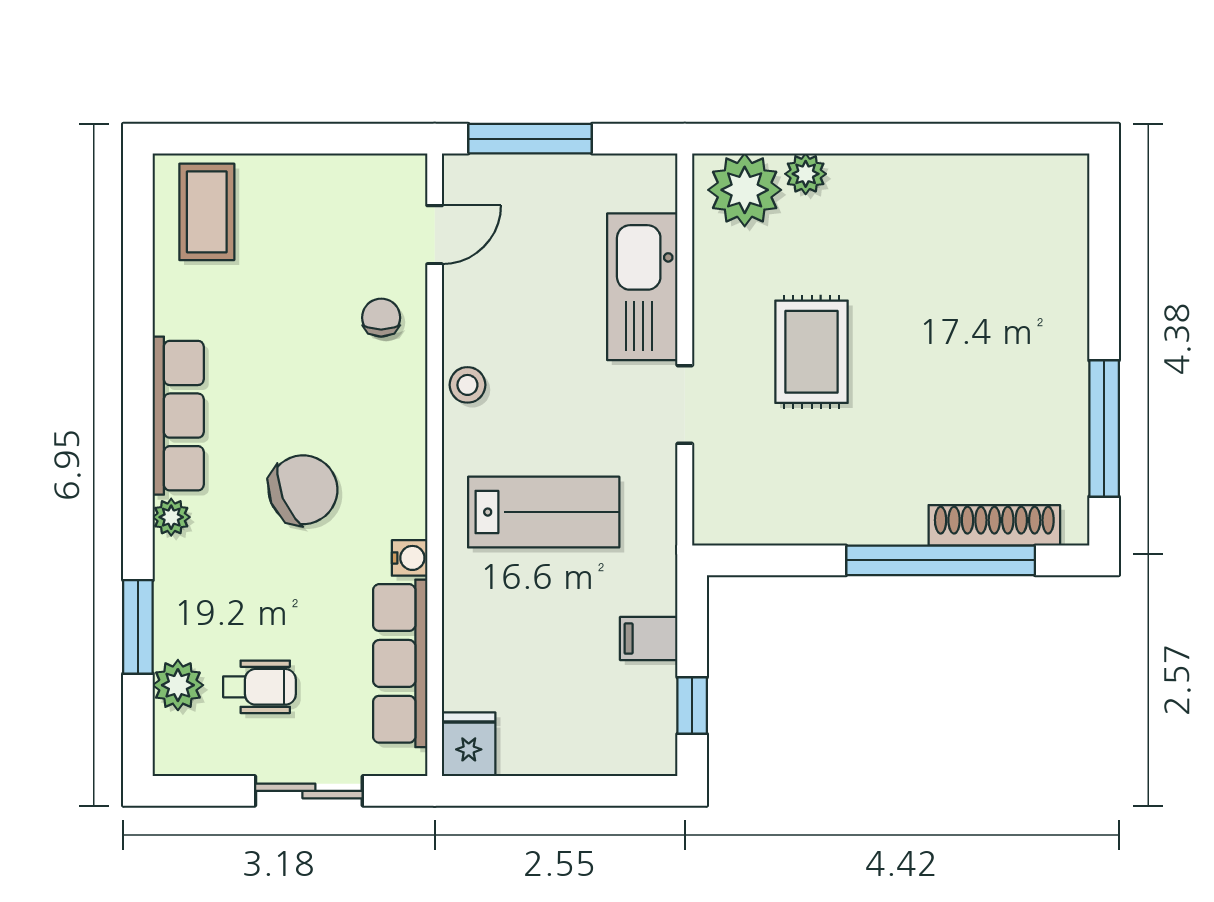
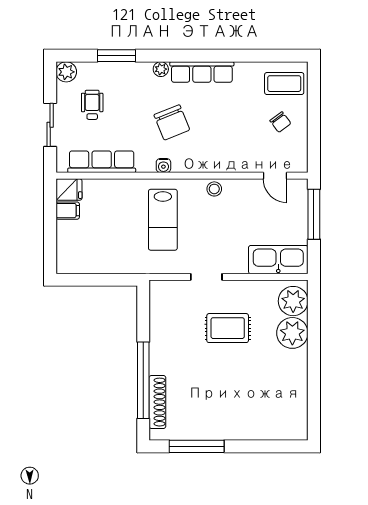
plant: (806, 174) -> (292, 333), width x1.88, depth x1.88
kitchen sink: (642, 287) -> (278, 260), moved
chair: (381, 318) -> (280, 122), moved, turned 53
water cooler: (410, 558) -> (163, 166), moved
filing cabinet: (649, 639) -> (68, 211), moved, turned 90
plant: (178, 685) -> (66, 72), moved
wheelchair: (259, 687) -> (92, 105), turned 180
window: (692, 706) -> (85, 280), removed

